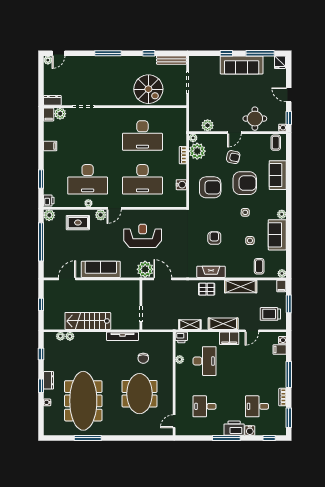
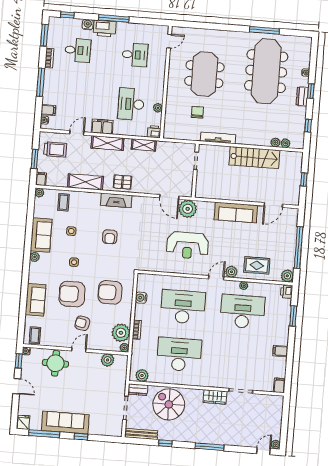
wardrobe: (107, 99) -> (215, 397), added
dresser: (52, 100) -> (138, 390), moved
plant: (60, 114) -> (142, 375), moved

